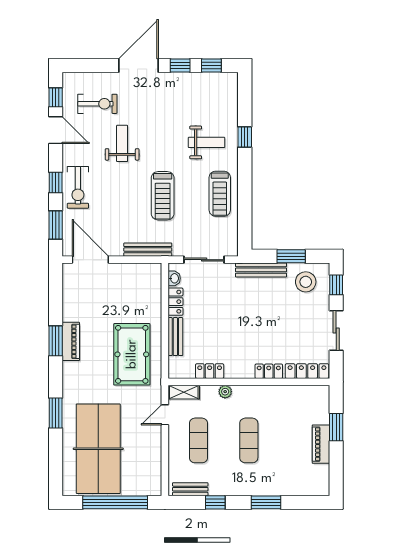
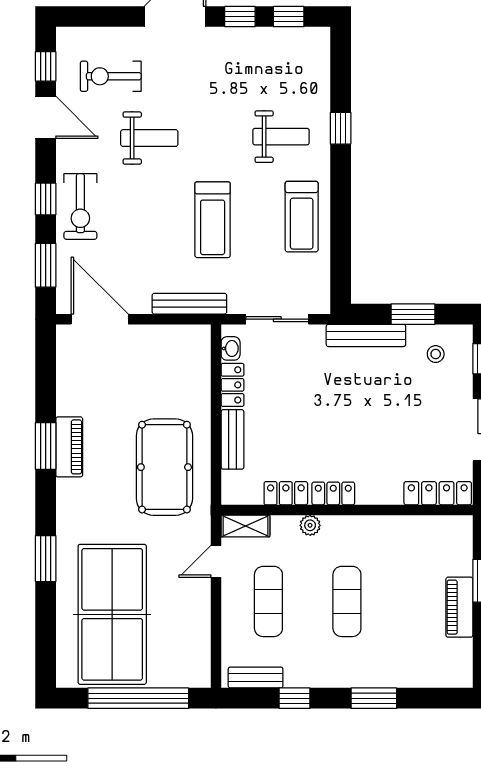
exercise bike: (97, 104) -> (111, 76), turned 180
weight bench: (122, 143) -> (149, 138), turned 90
stool: (306, 282) -> (436, 354), width x0.53, depth x0.53
locker: (269, 371) -> (333, 493), moved

